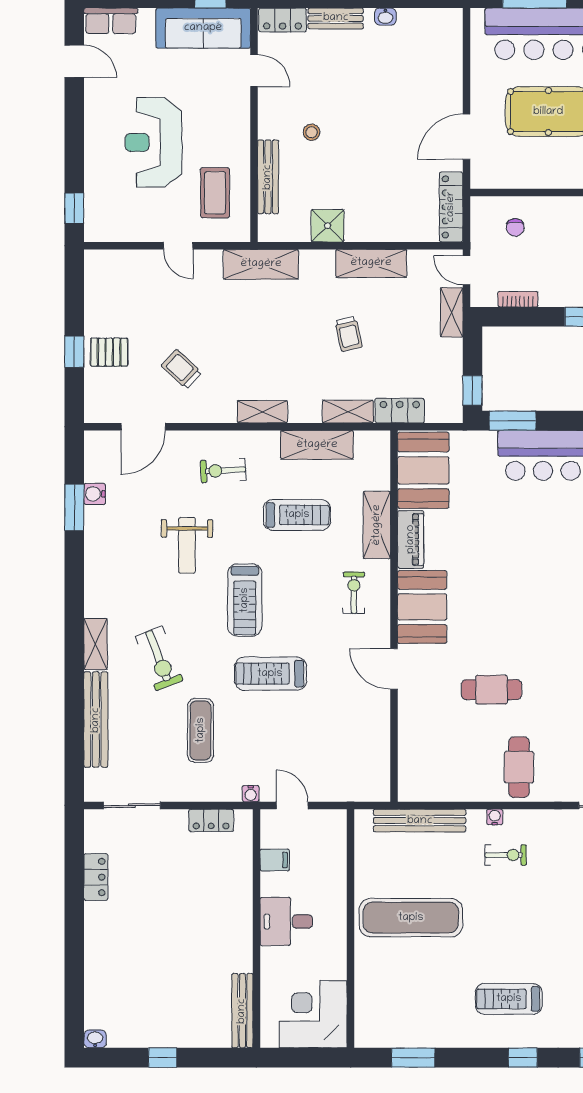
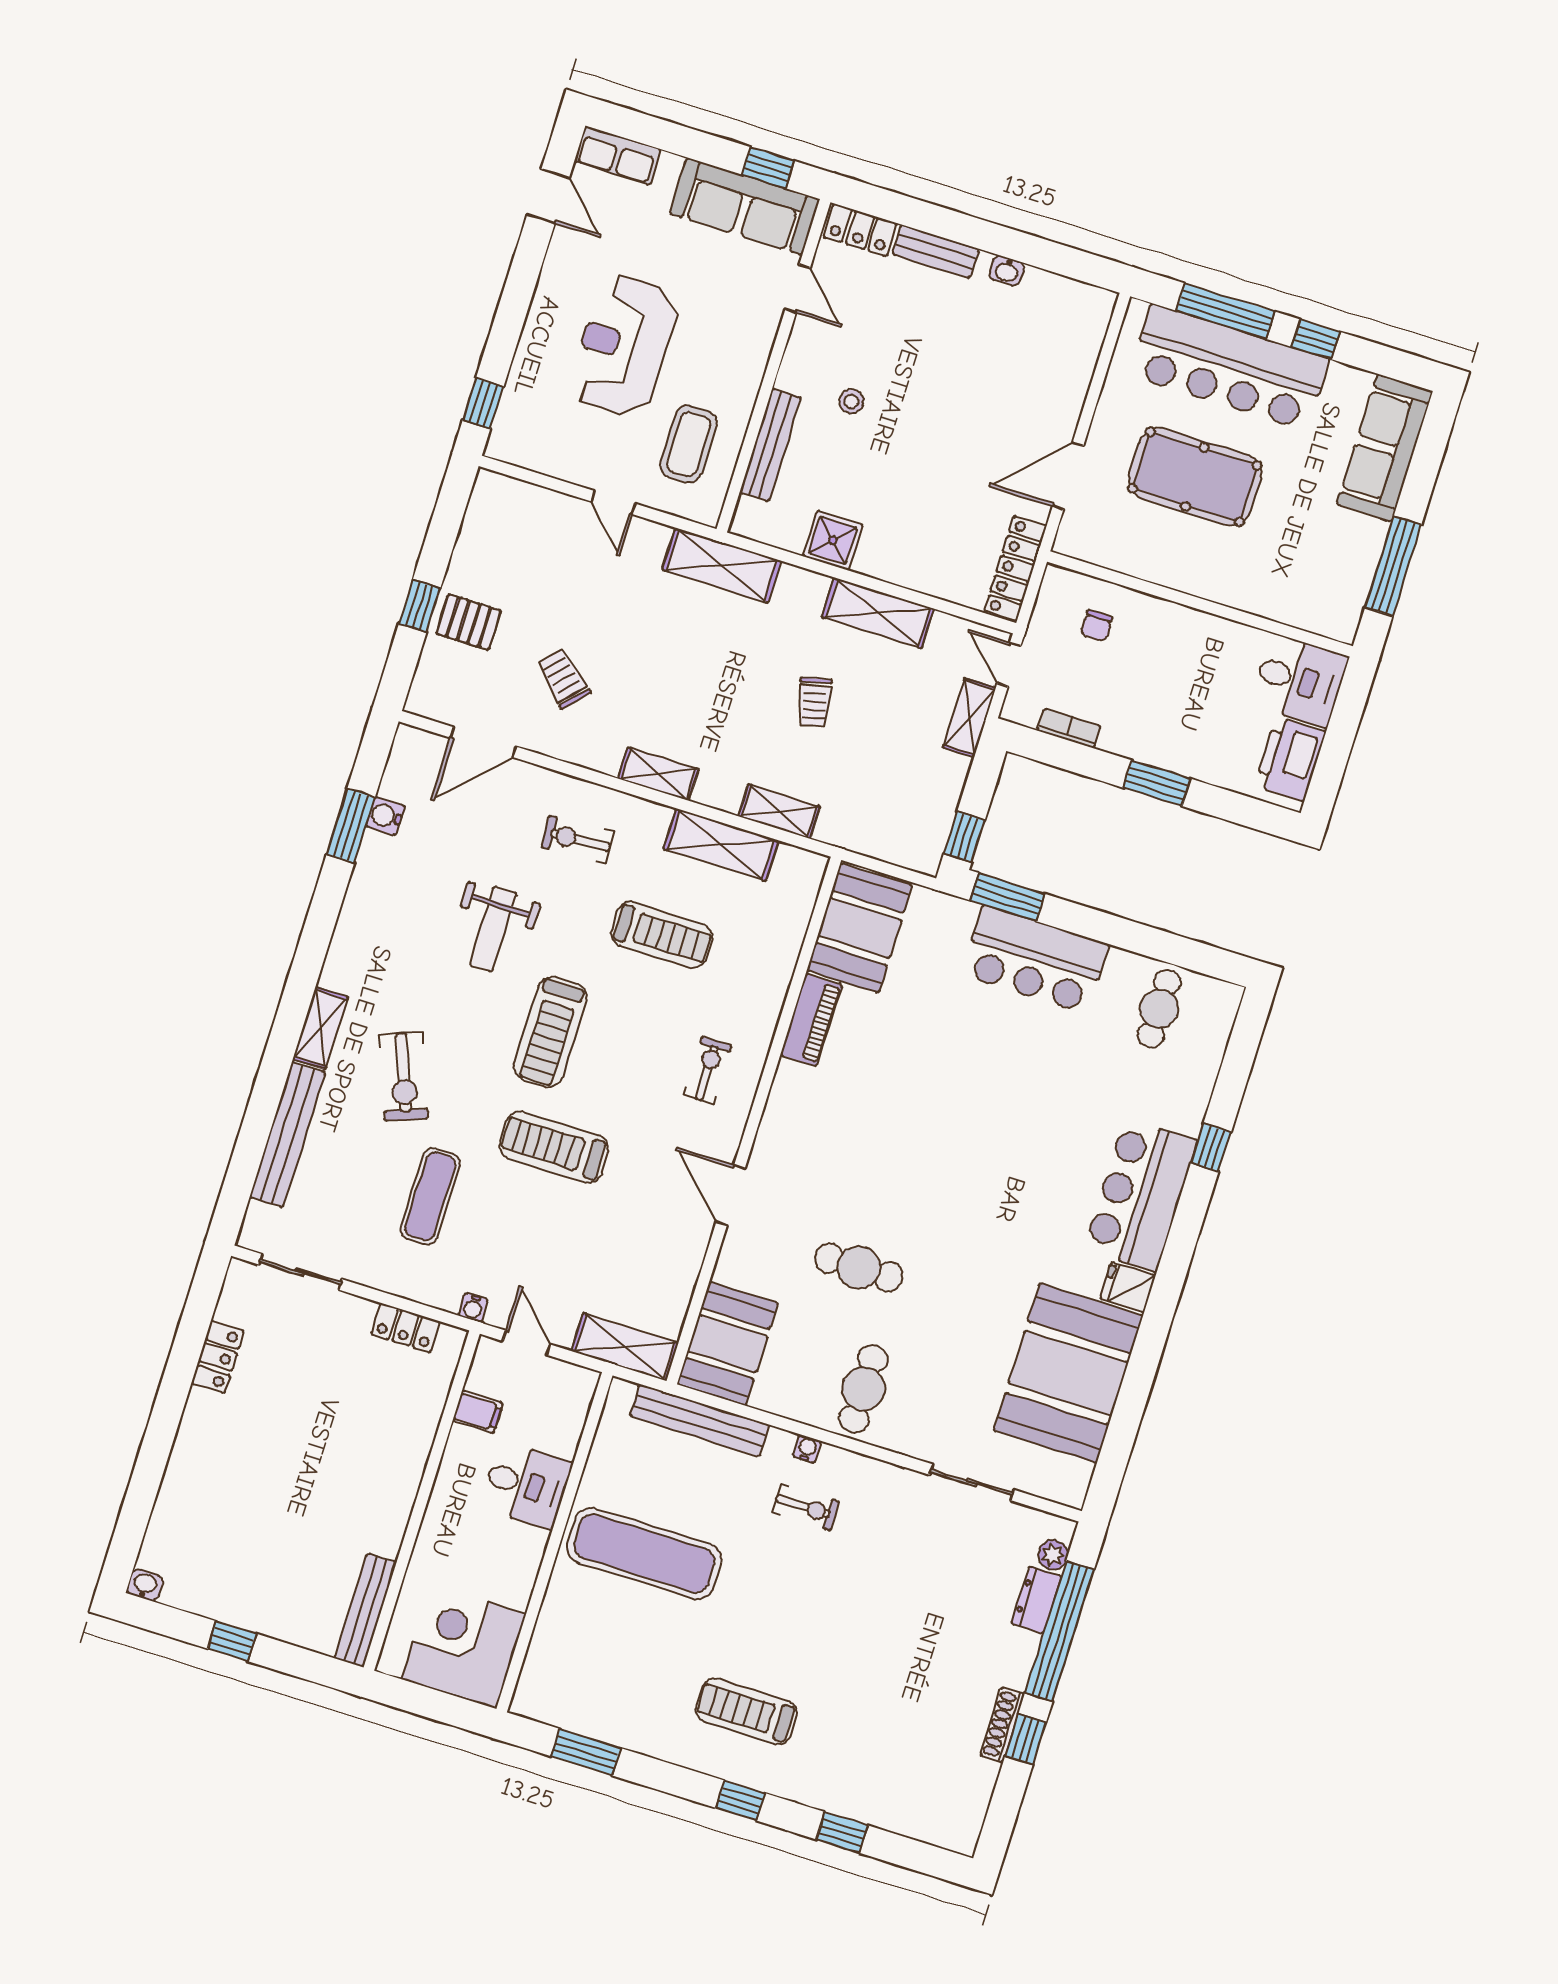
locker: (400, 411) -> (853, 833), removed
shelving: (377, 525) -> (625, 1347), moved, turned 90
booth: (422, 607) -> (728, 1344), moved
desk: (286, 921) -> (526, 1485), moved, turned 180

